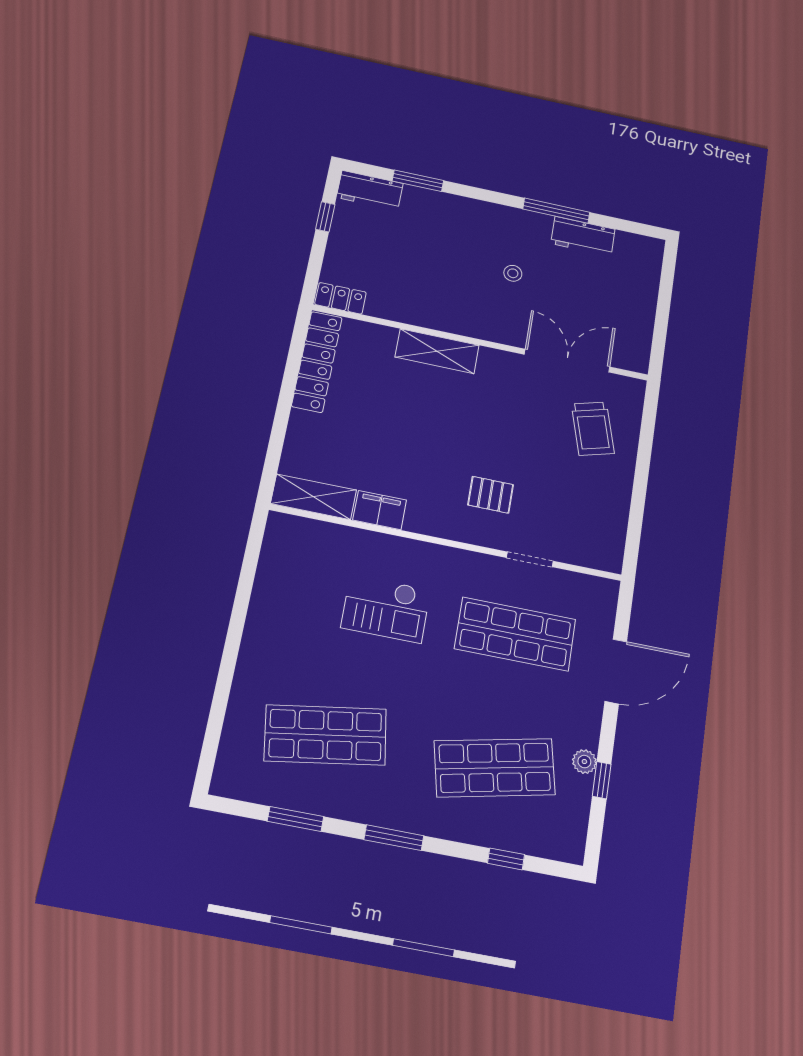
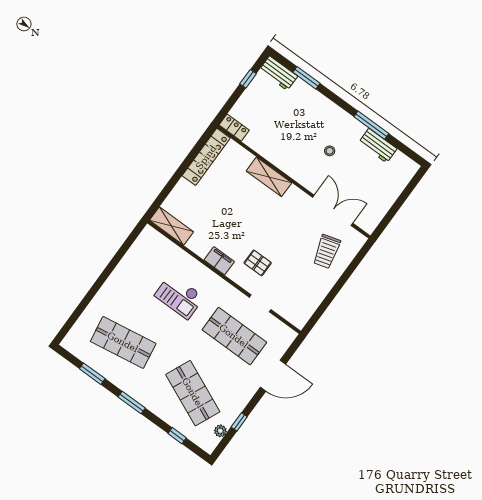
filing cabinet: (380, 510) -> (219, 261), moved
plant: (584, 762) -> (220, 431), moved
shop shelf: (495, 768) -> (193, 393), turned 36

